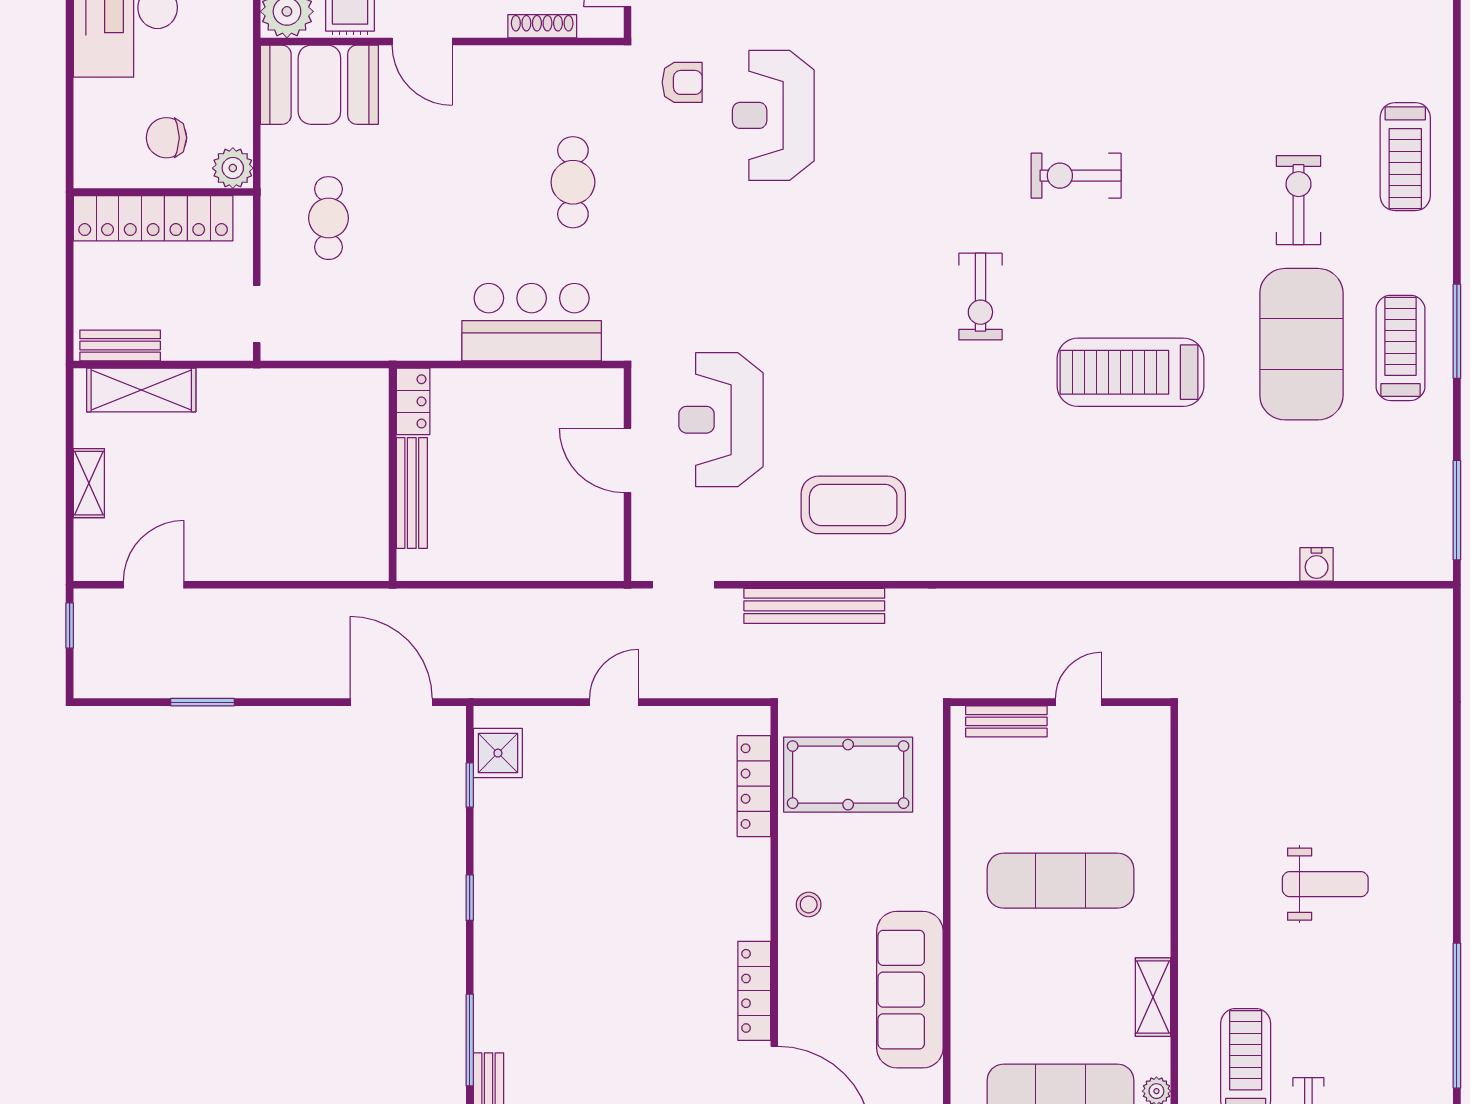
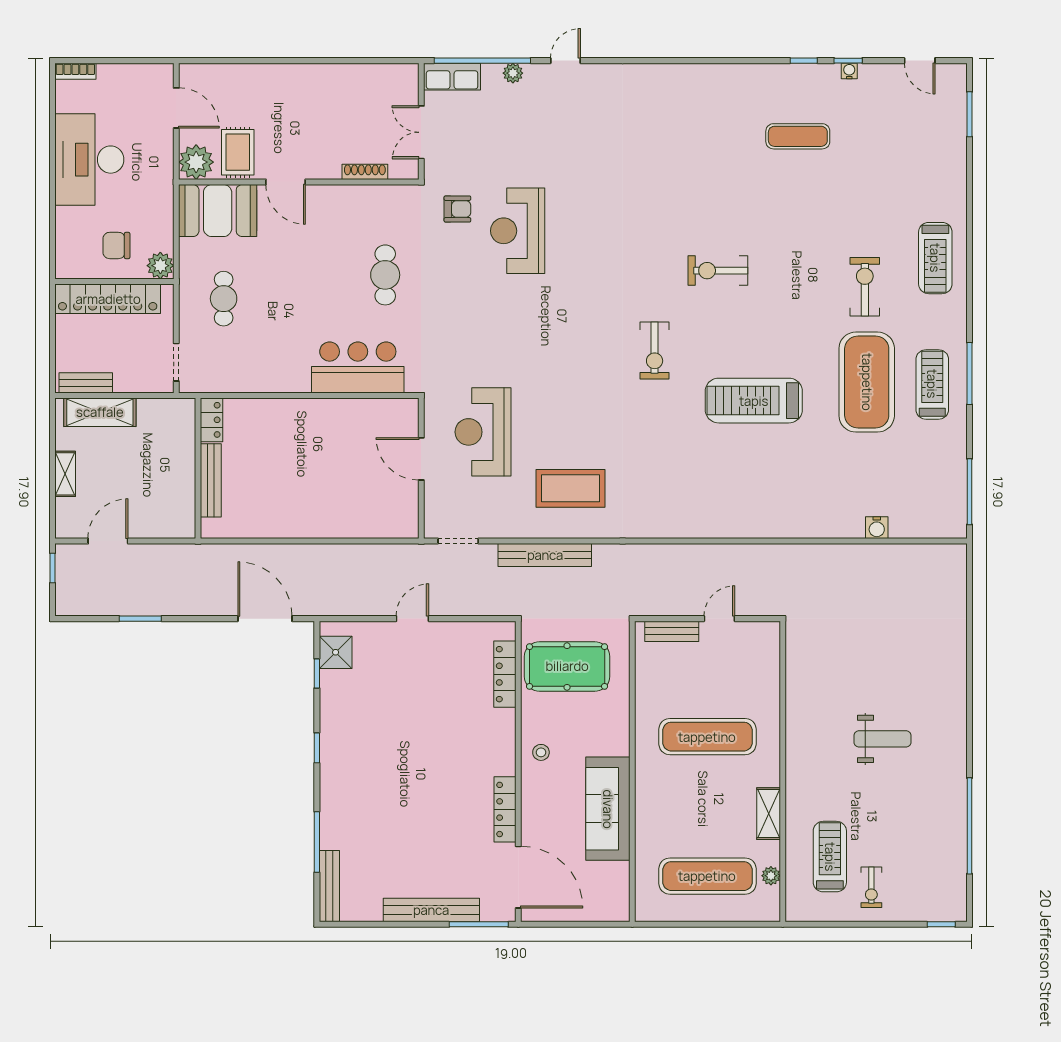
locker: (413, 401) -> (212, 420), moved
wall: (393, 475) -> (198, 468), moved
bench: (412, 493) -> (211, 480), moved

